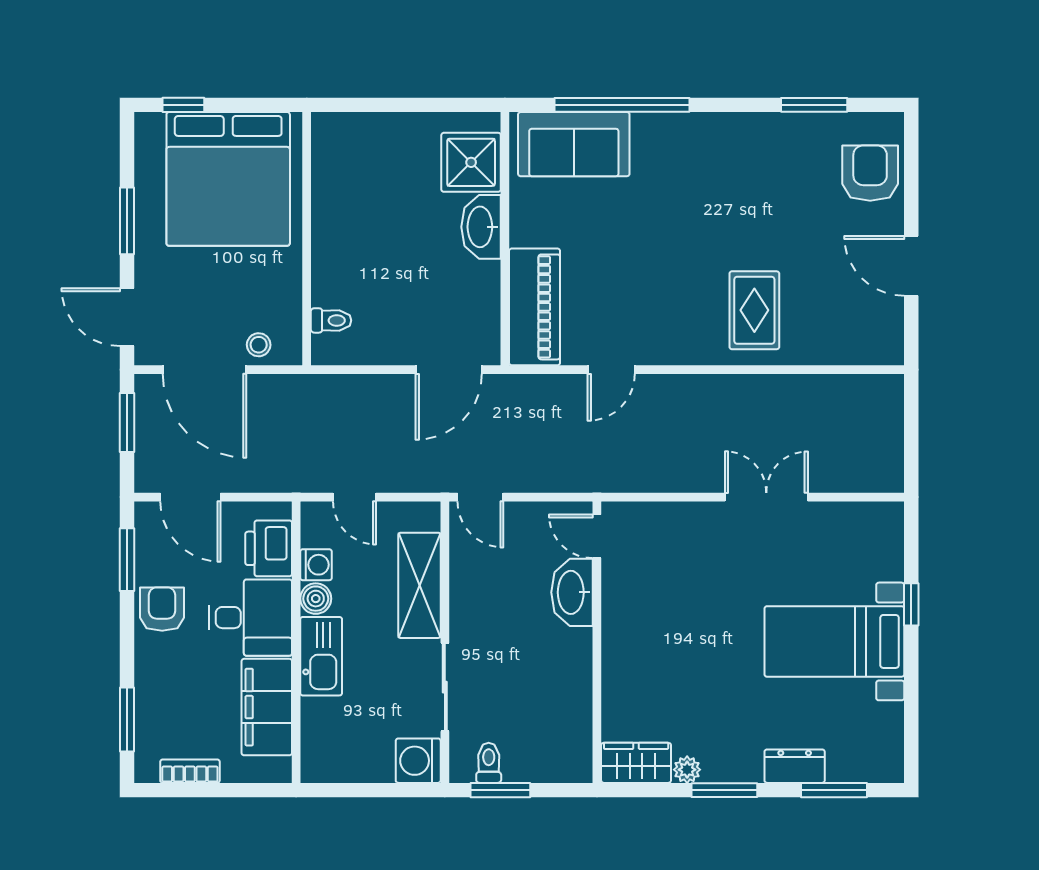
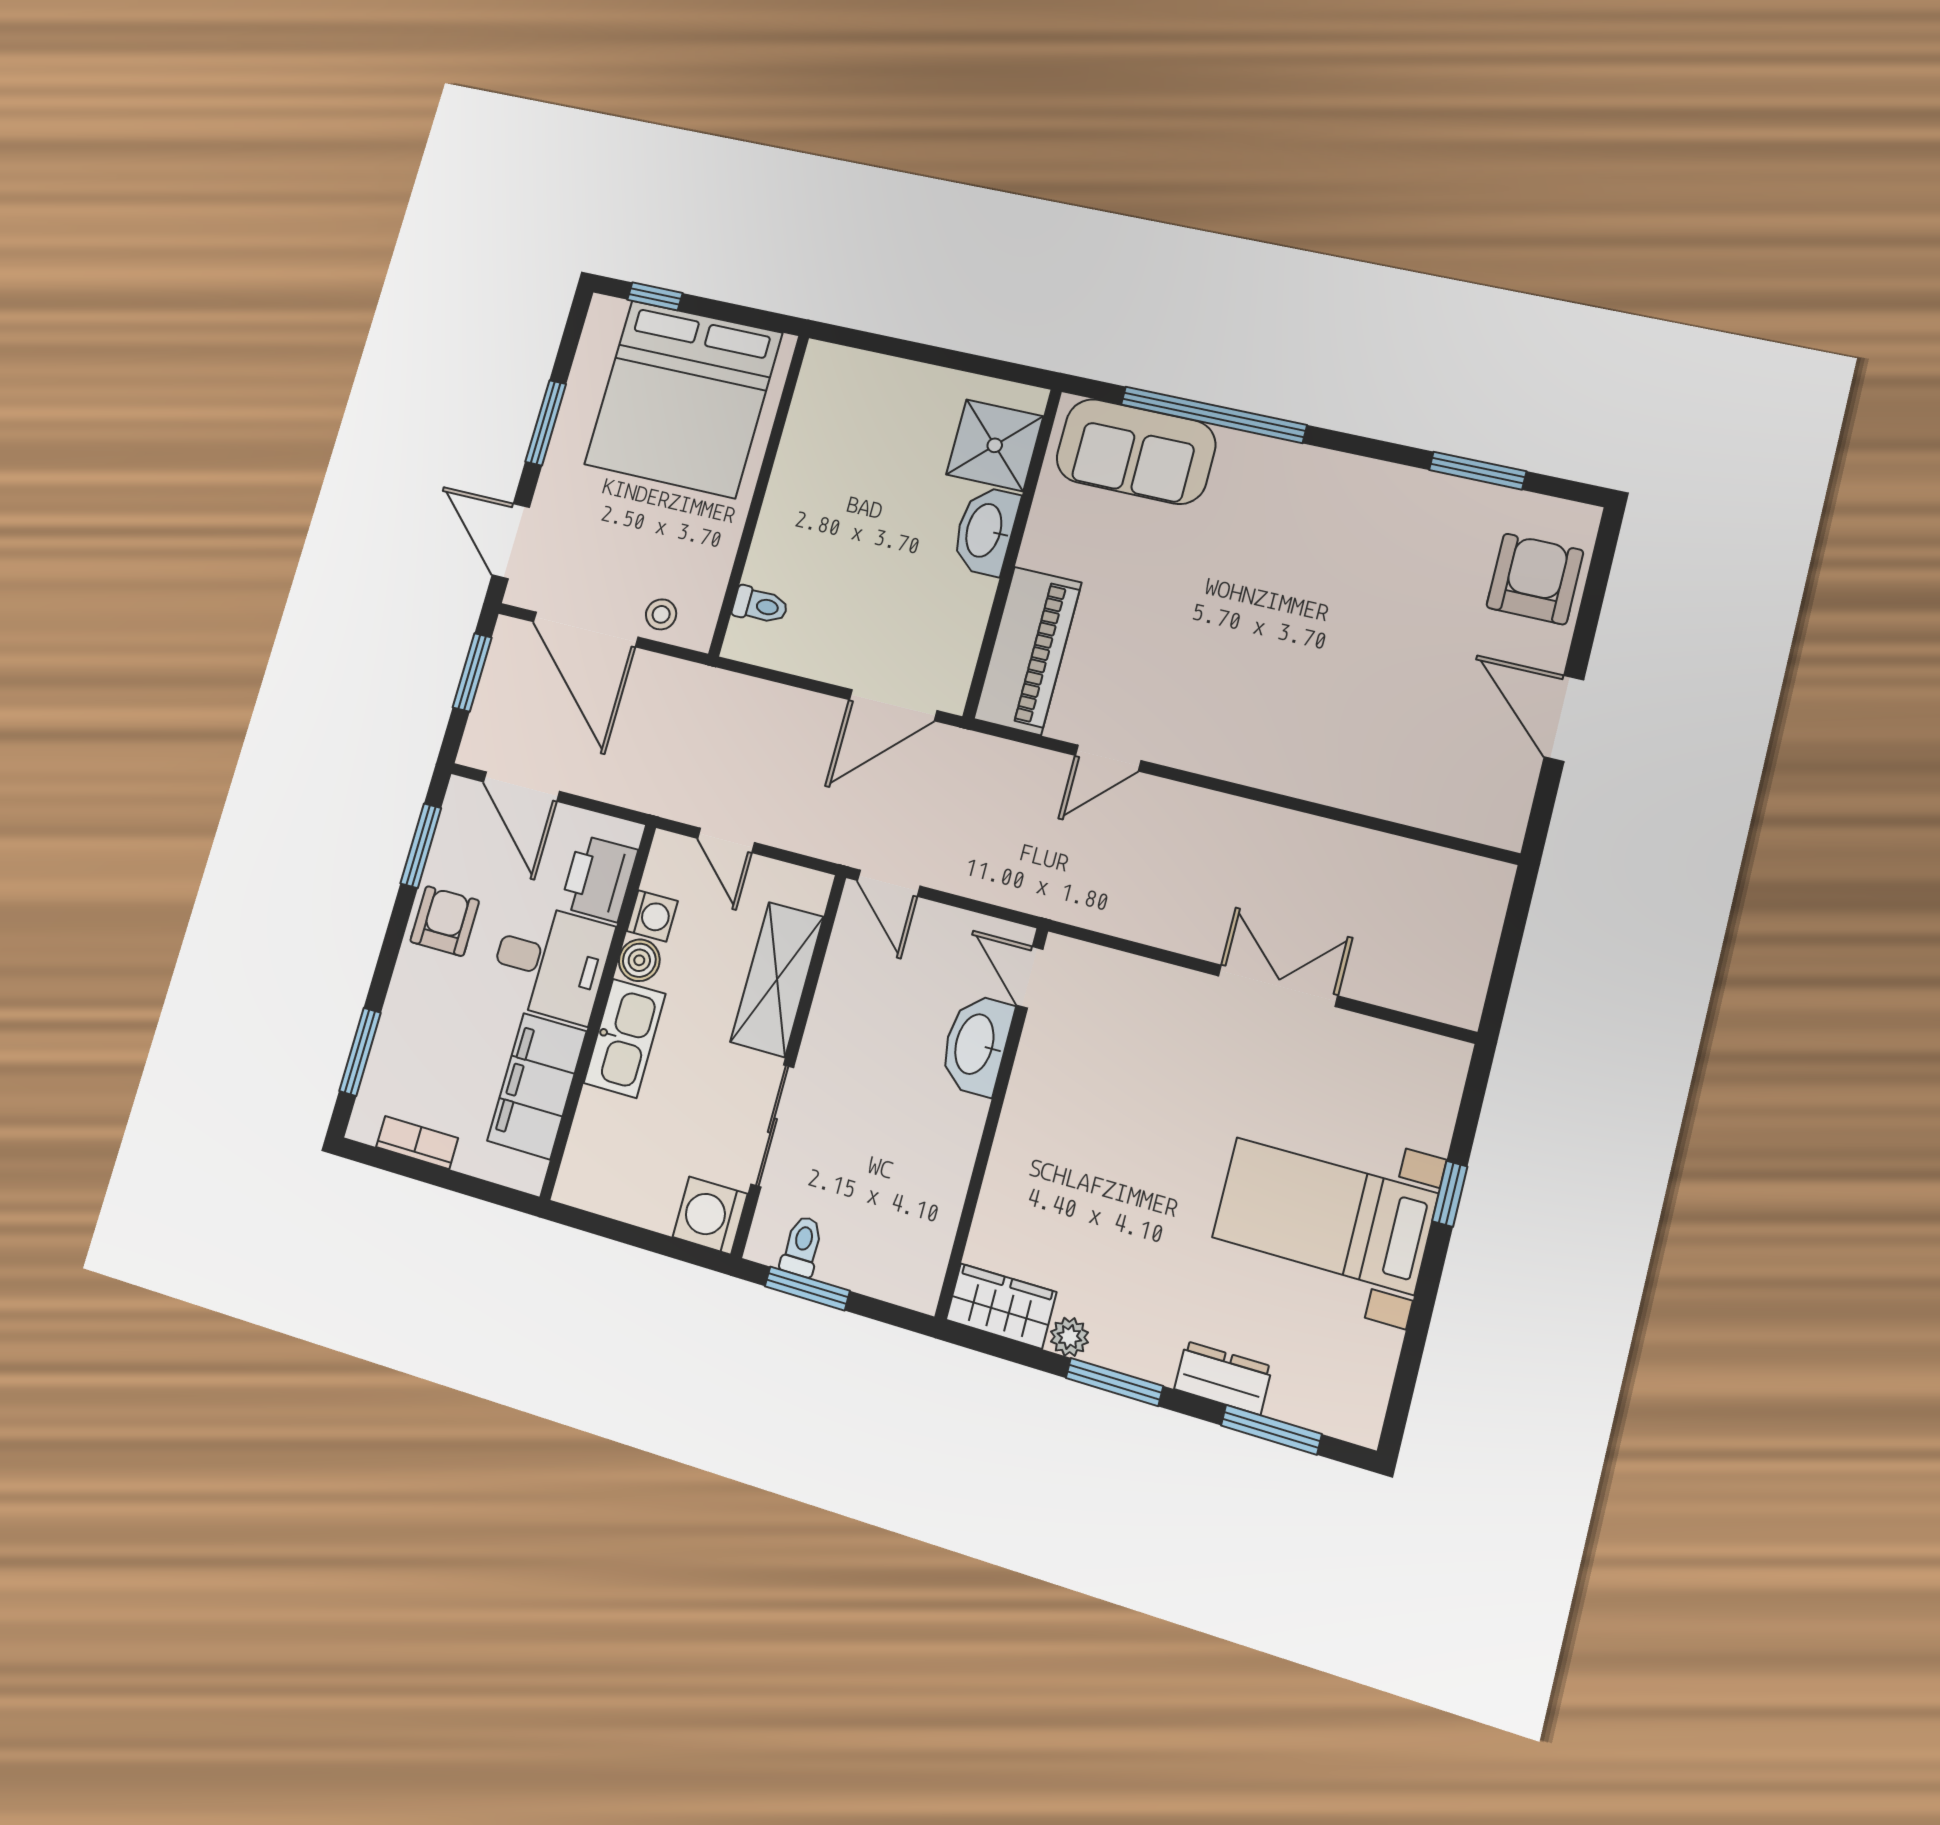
rug: (754, 310) -> (1325, 726), removed

